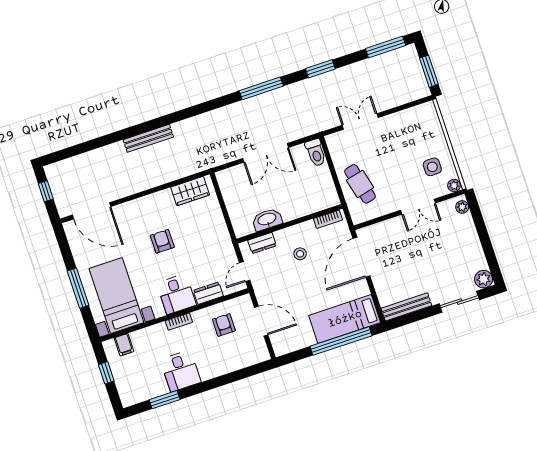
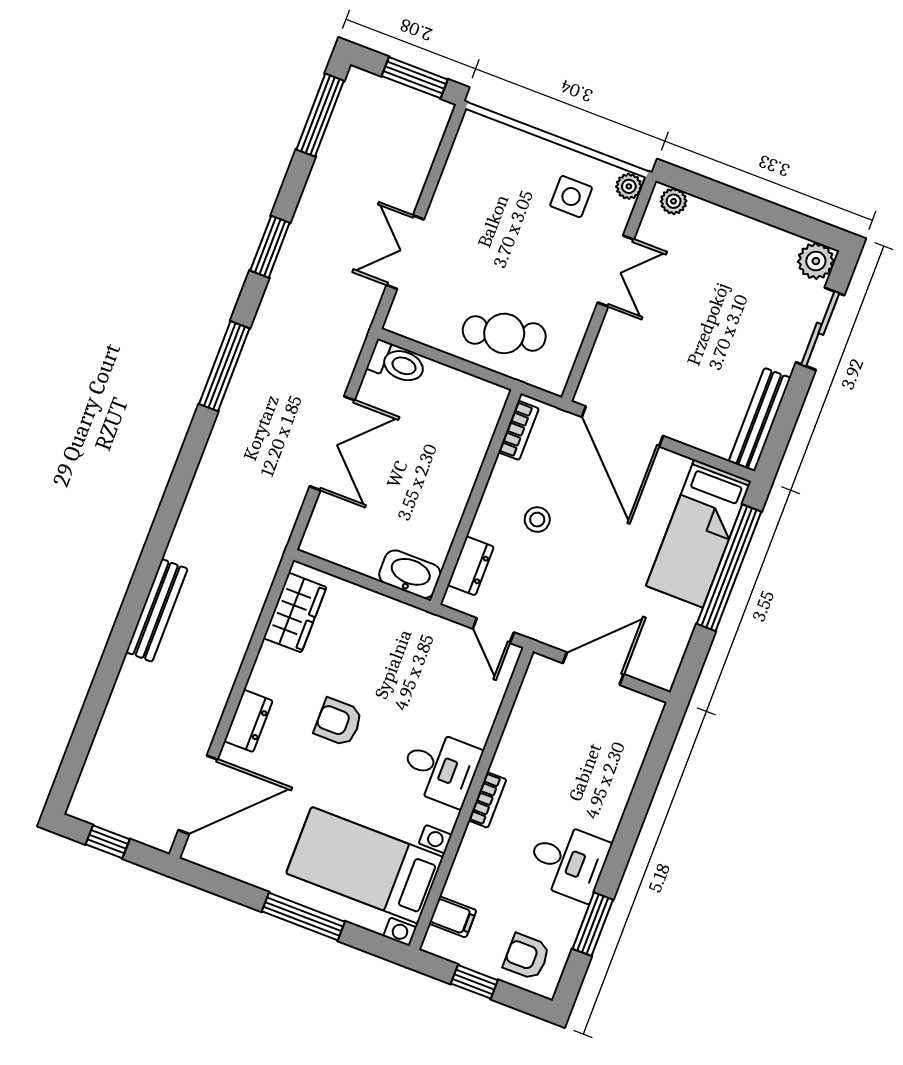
washbasin: (267, 219) -> (410, 574), moved, turned 90
dresser: (208, 293) -> (248, 721), moved, turned 180
armchair: (224, 325) -> (527, 957), moved

